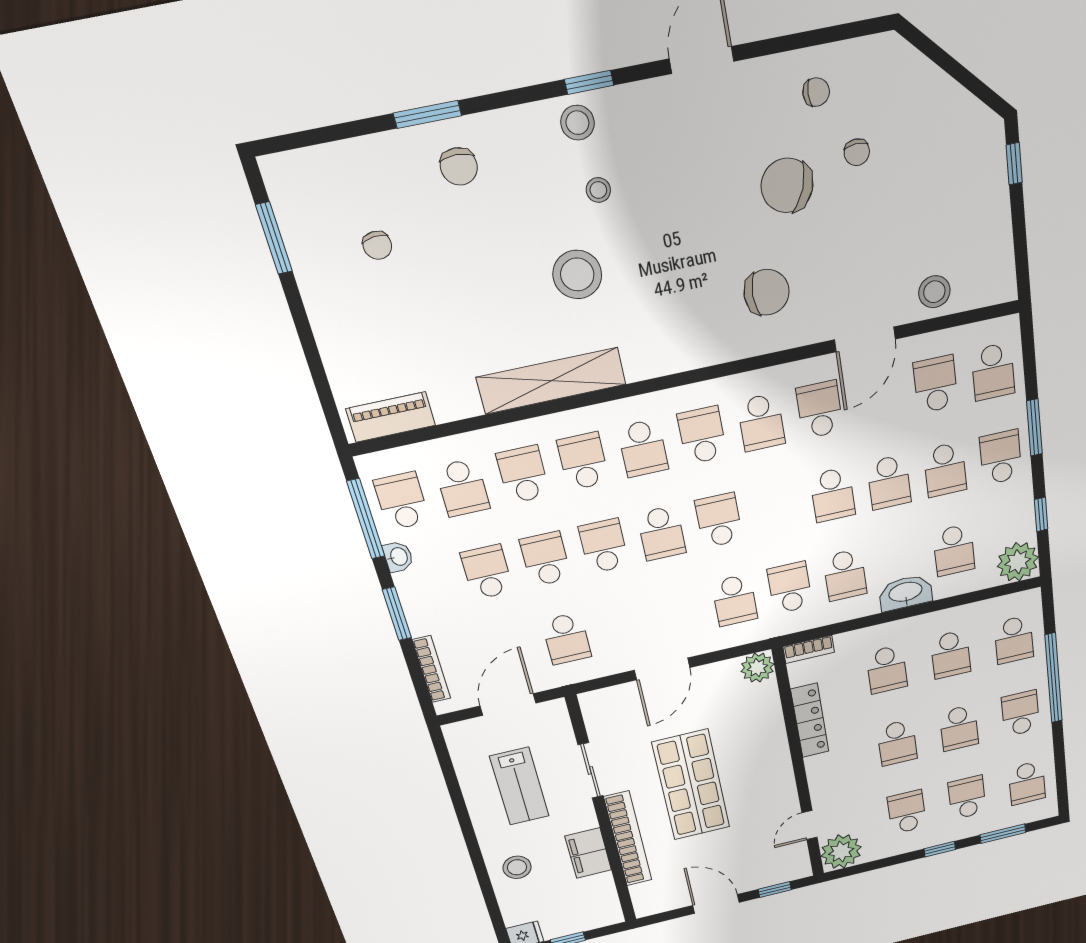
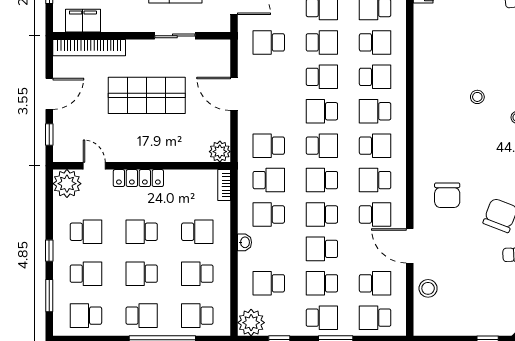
stool: (577, 275) -> (477, 97), width x0.53, depth x0.53
shelving: (551, 381) -> (424, 70), removed
school desk: (776, 508) -> (322, 180), added
washbasin: (906, 593) -> (245, 242), width x0.52, depth x0.69
school desk: (887, 669) -> (197, 232), turned 180
locker: (810, 720) -> (138, 178), moved
bookcase: (628, 839) -> (89, 48), moved
filing cabinet: (588, 853) -> (83, 21), moved

